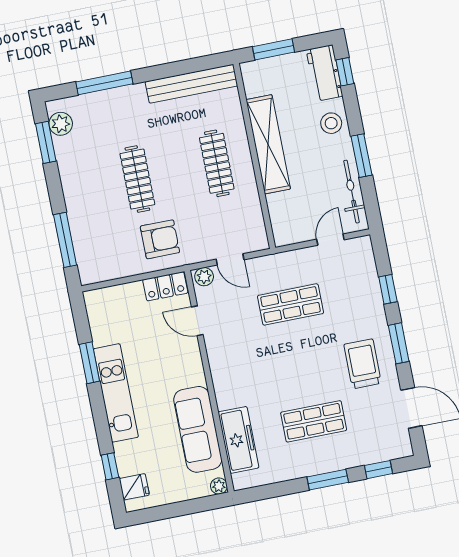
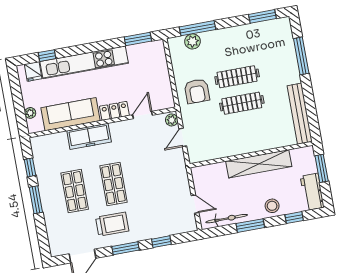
window: (345, 72) -> (294, 218), moved
workbench: (324, 73) -> (312, 192), moved, turned -90
plant: (61, 124) -> (193, 41), moved
clothes rail: (217, 163) -> (242, 103), moved
locker: (165, 286) -> (114, 111), moved, turned 90
shop shelf: (290, 304) -> (114, 184), moved
window: (89, 363) -> (138, 39), moved
kitchen unit: (116, 393) -> (84, 62), width x1.36
freezer: (238, 440) -> (89, 136), moved
window: (379, 470) -> (30, 167), moved
plant: (219, 486) -> (30, 113), moved

